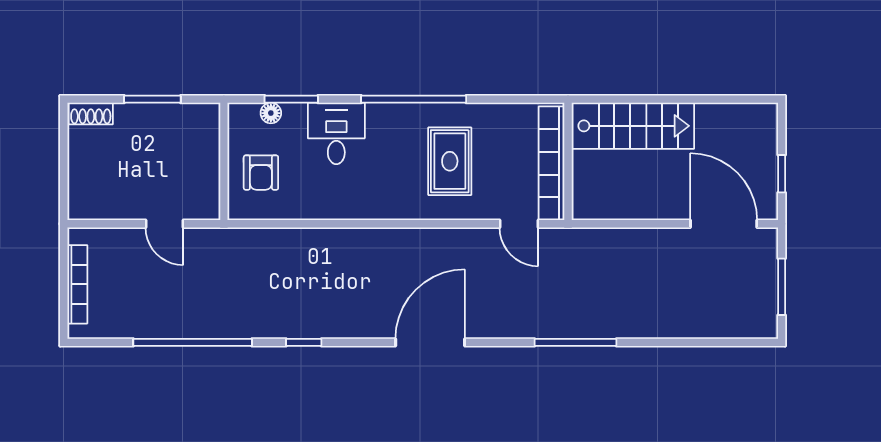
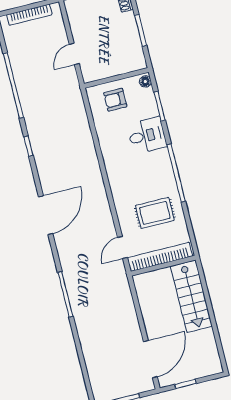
floor lamp: (271, 113) -> (145, 82), moved
rug: (450, 161) -> (155, 213), moved
door: (430, 342) -> (46, 215), hinge flipped

